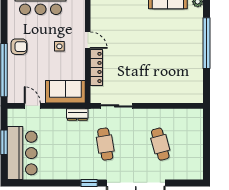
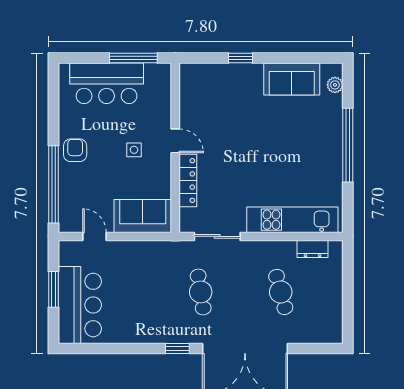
armchair: (19, 47) -> (75, 150), turned -90
kitchen unit: (168, 94) -> (292, 220), added
dresser: (77, 115) -> (313, 249), moved

